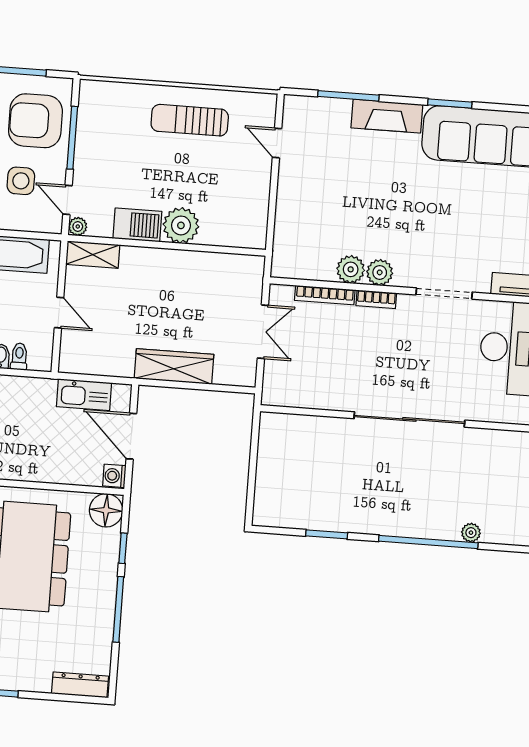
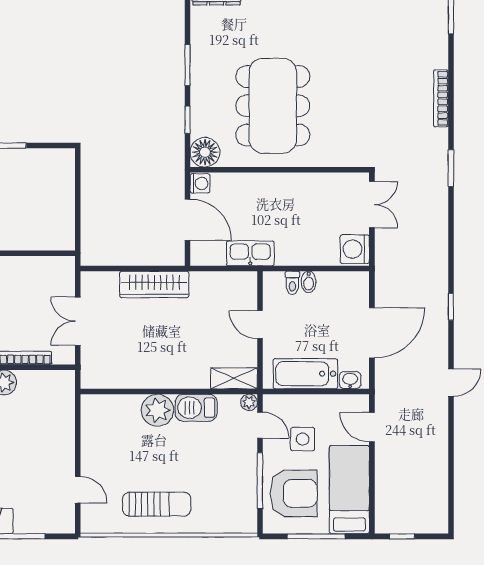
kitchen sink: (84, 395) -> (250, 253), moved
window: (118, 609) -> (187, 65), width x0.69

